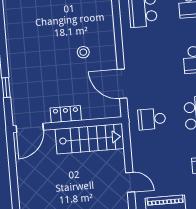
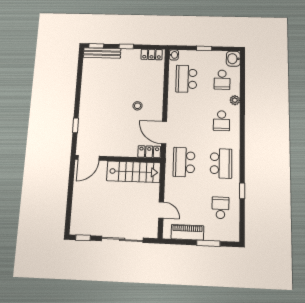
locker: (66, 114) -> (149, 152), moved
school desk: (152, 119) -> (184, 162), width x1.85

